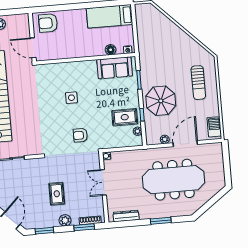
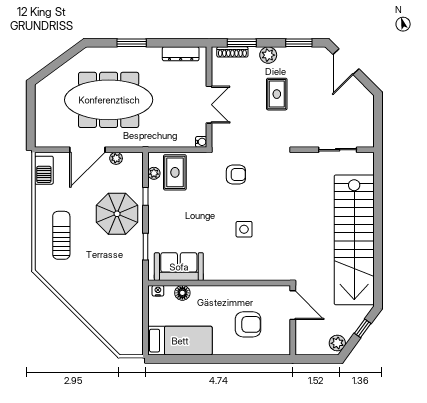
armchair: (48, 23) -> (248, 324), moved
rug: (125, 117) -> (175, 172), moved, turned 90

